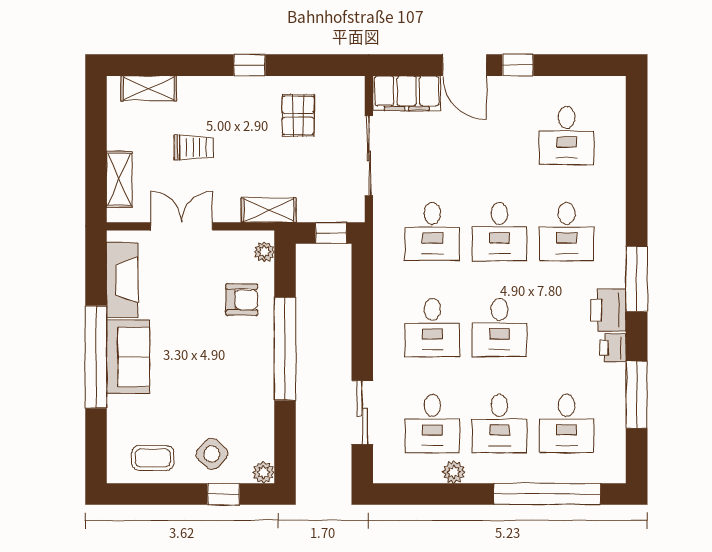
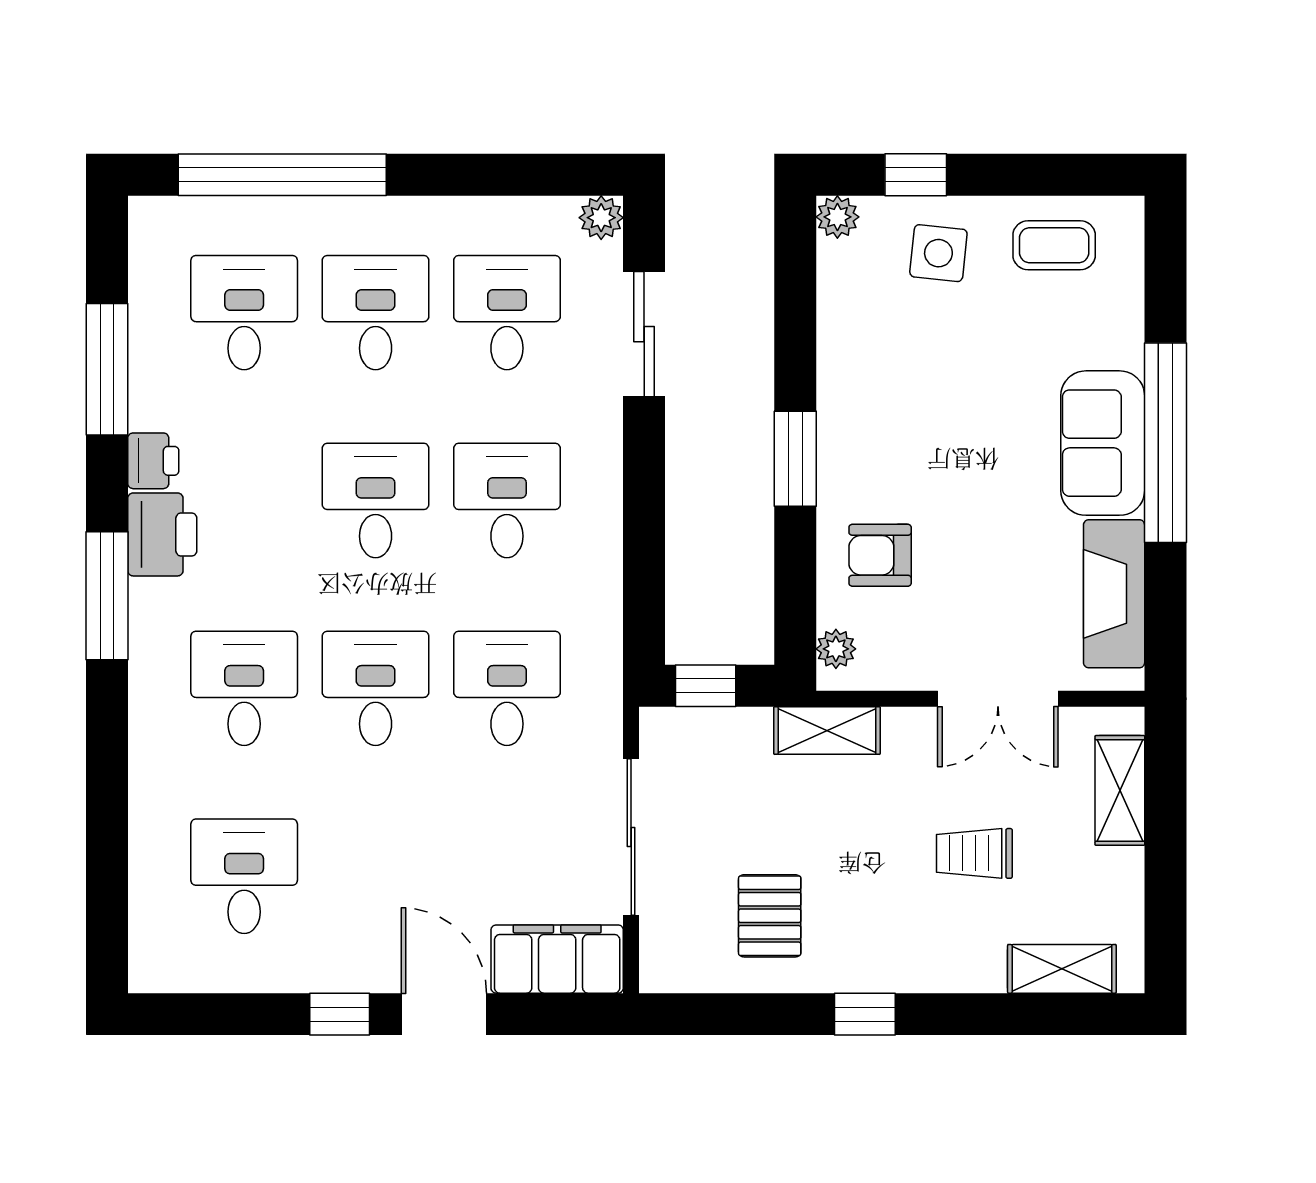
window: (285, 349) -> (795, 459), width x0.47
side table: (212, 454) -> (938, 253), turned -36
plant: (454, 472) -> (601, 218), moved

